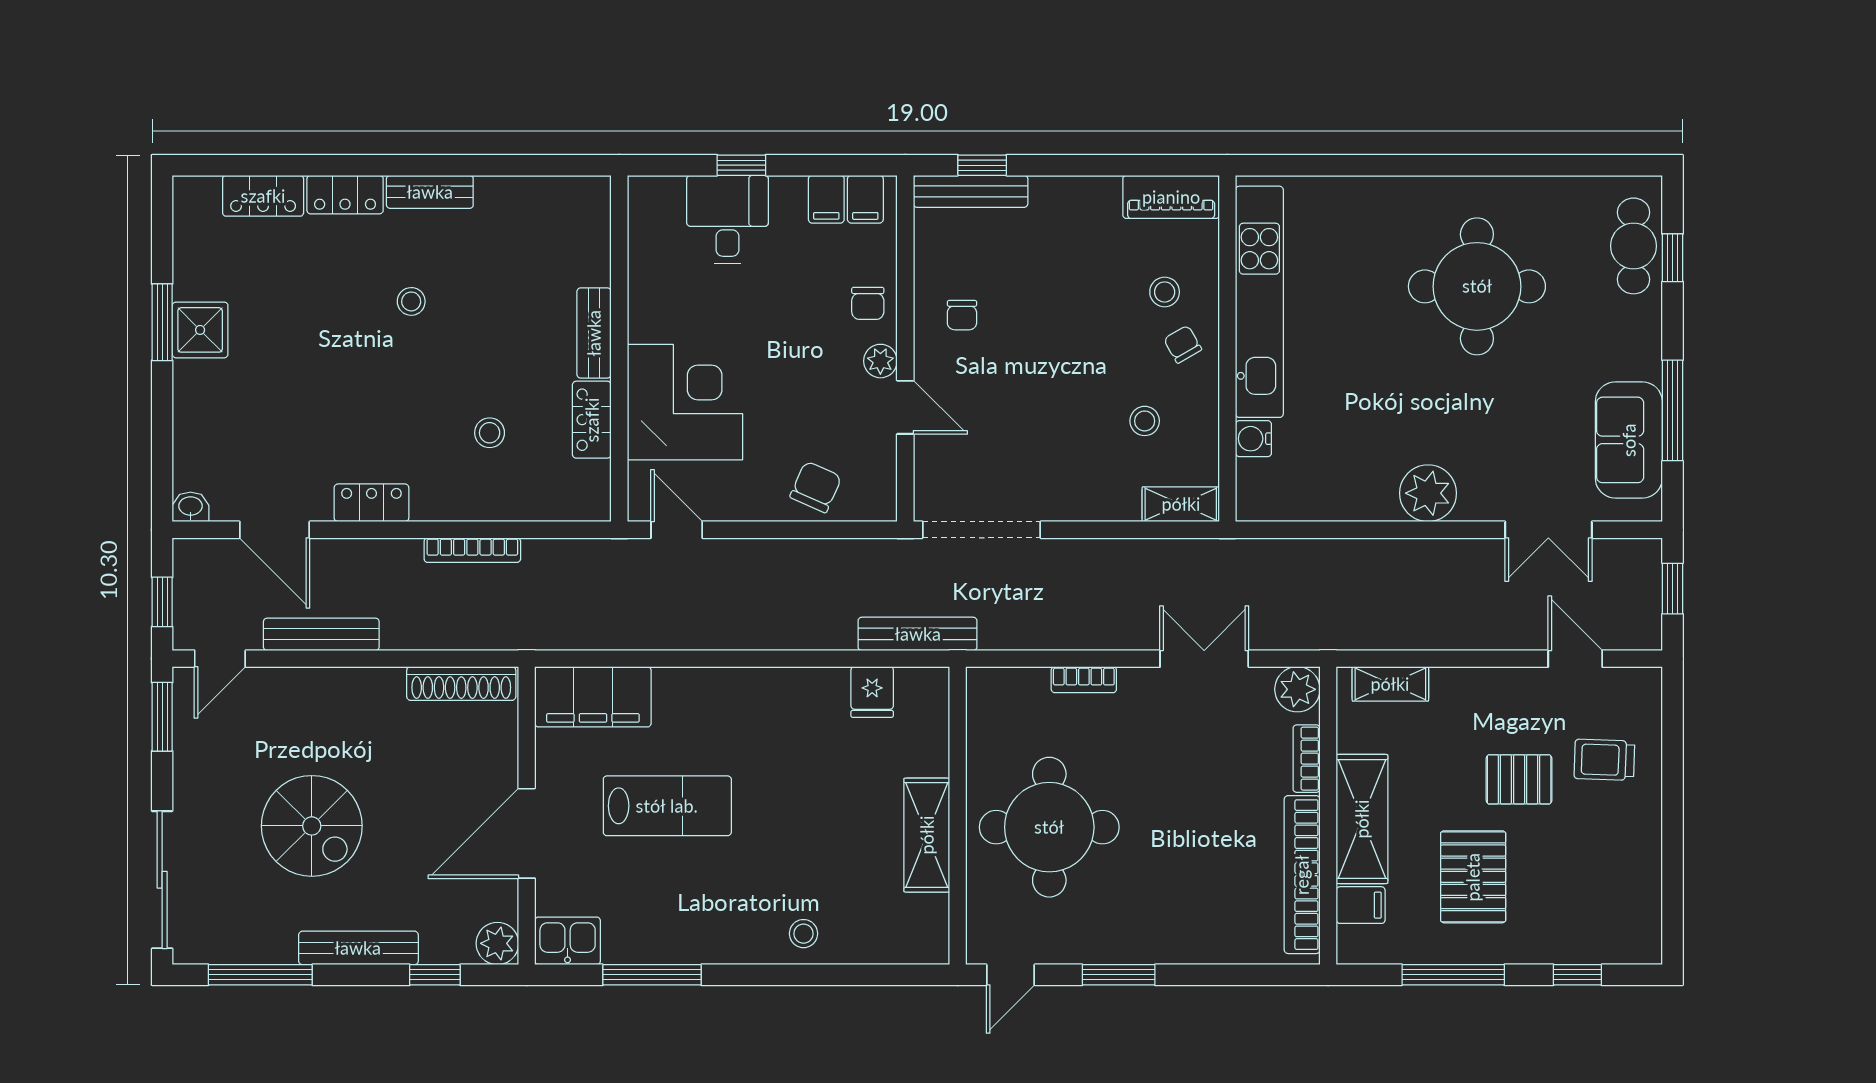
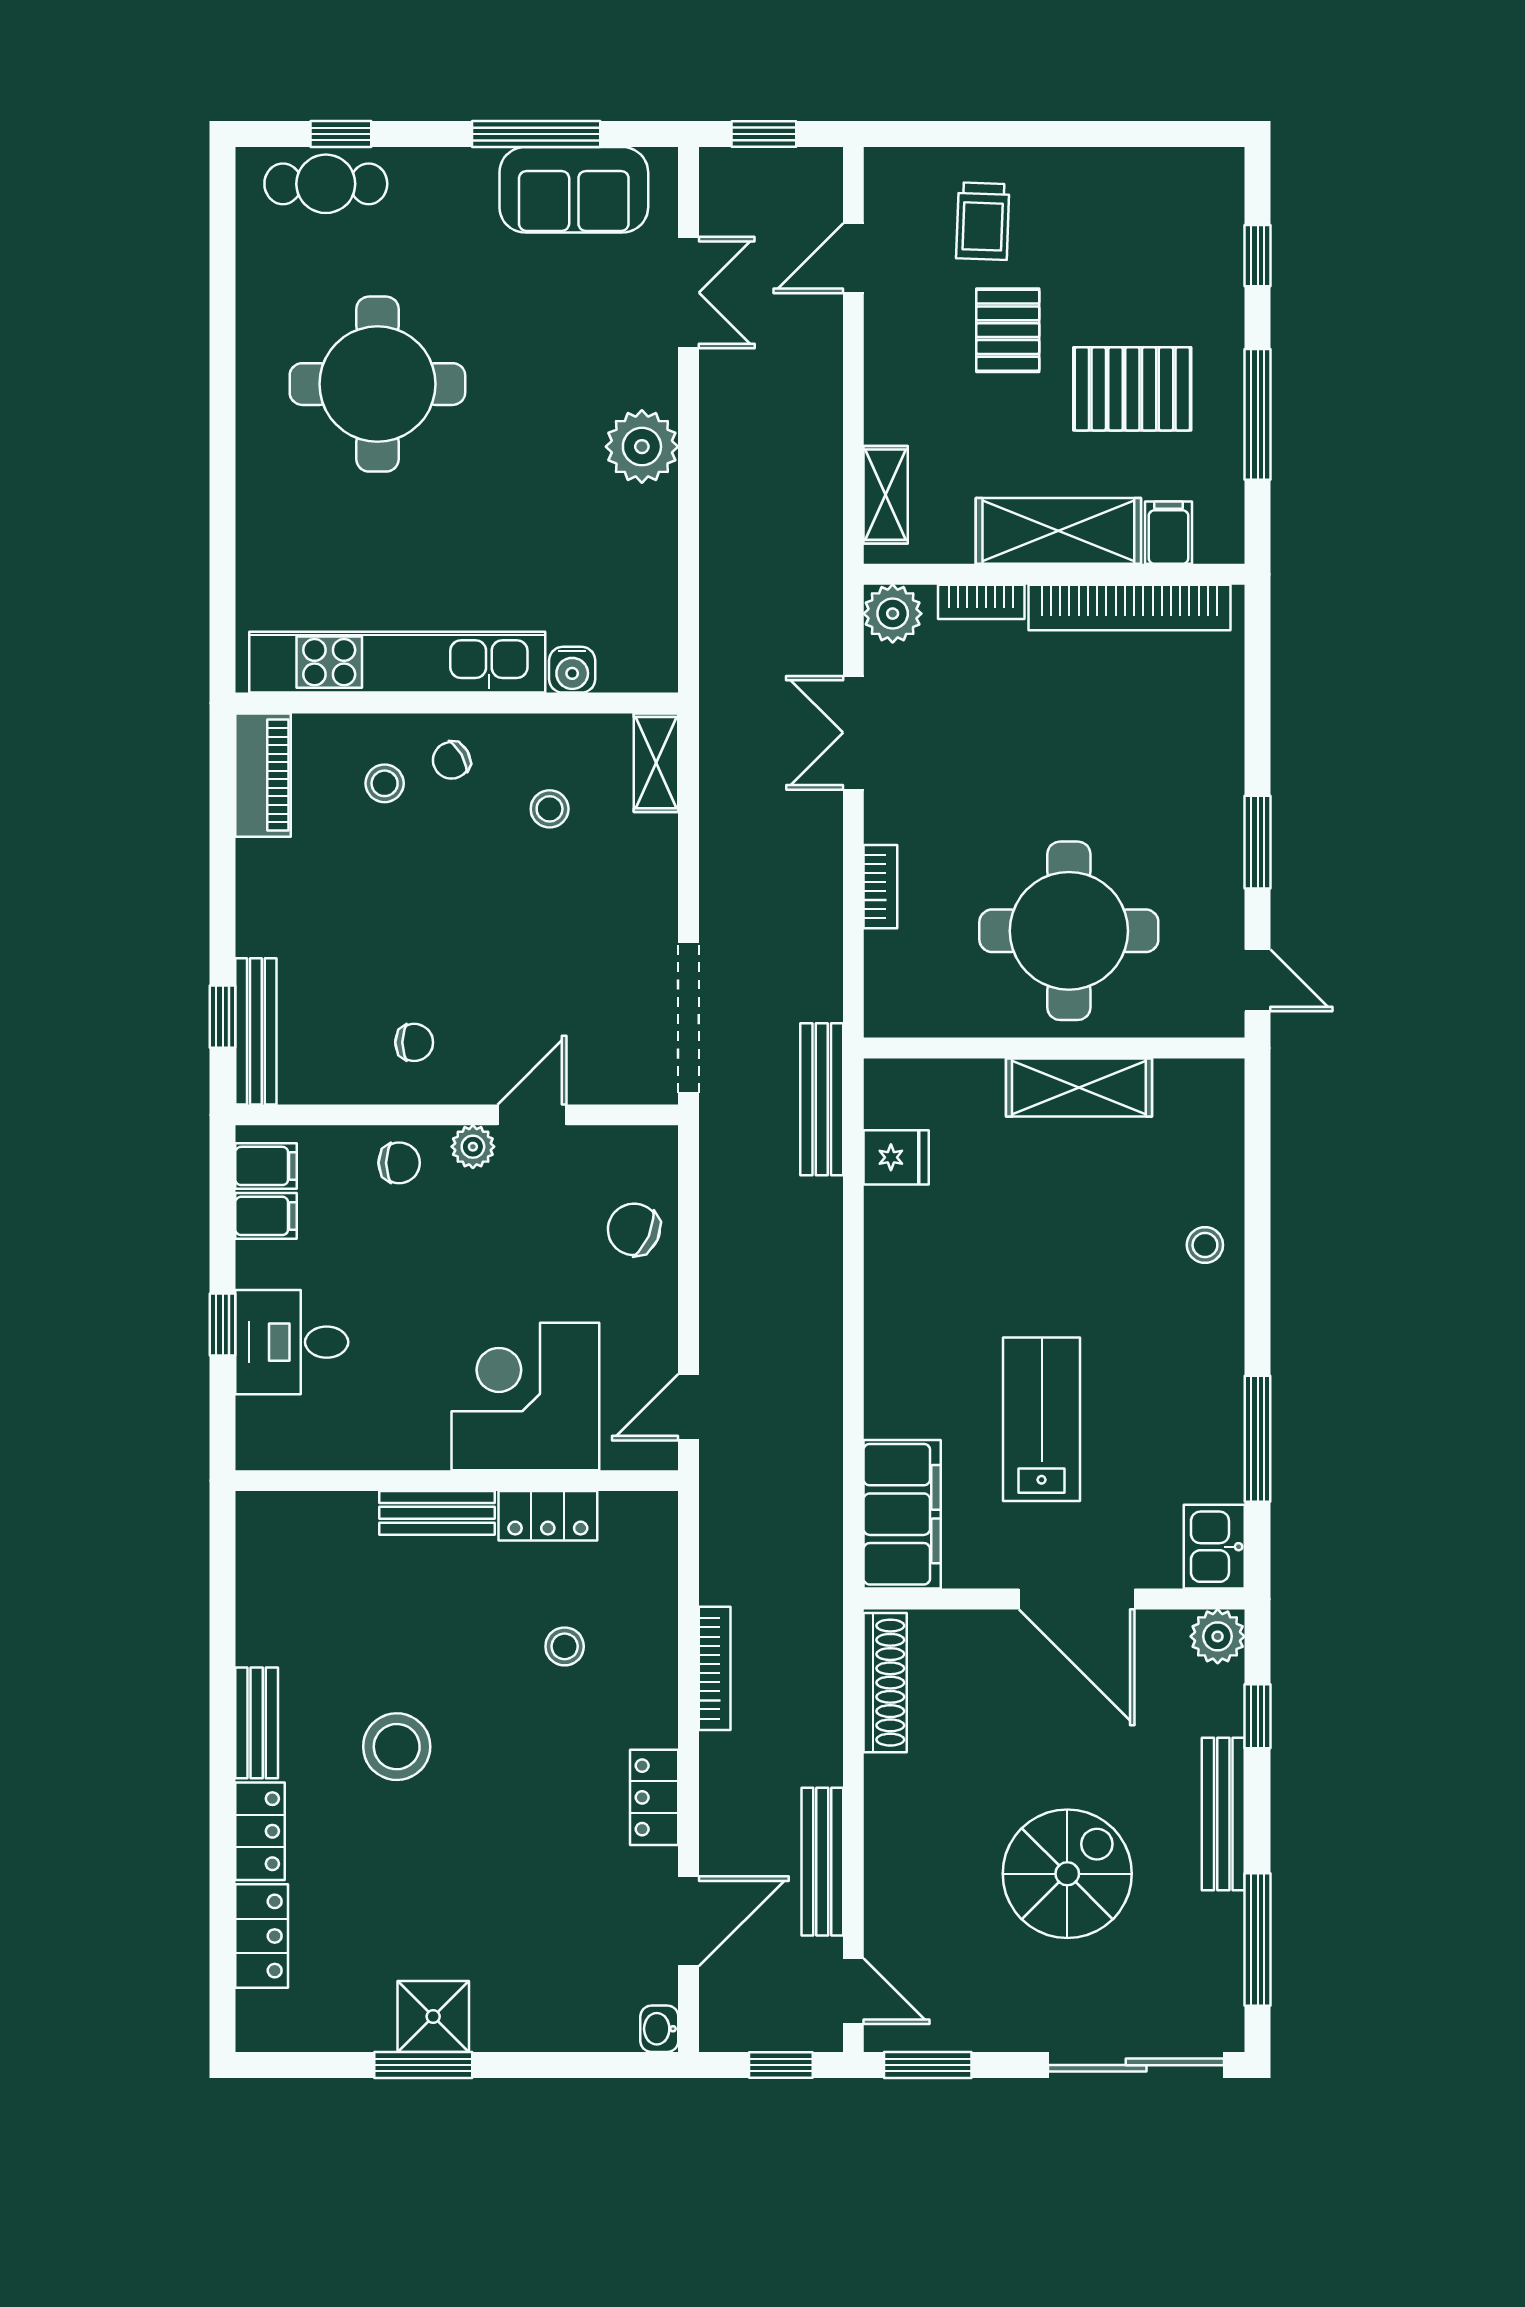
stool: (411, 301) -> (397, 1747), width x1.89, depth x1.89

